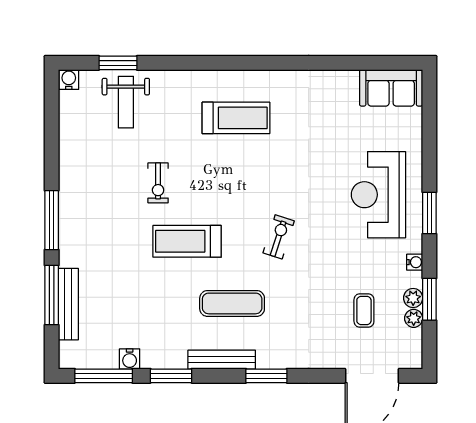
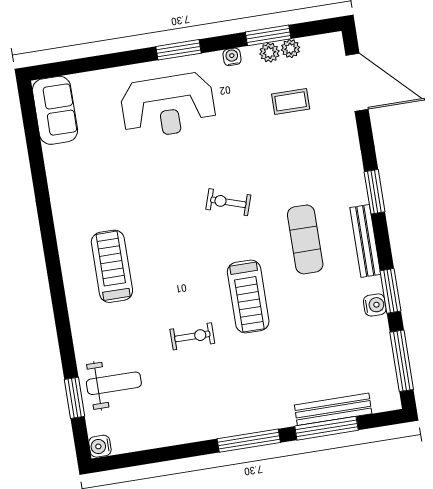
water cooler: (130, 359) -> (375, 305), moved

